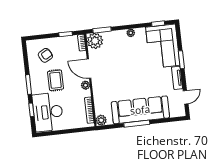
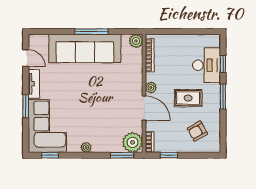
rug: (56, 80) -> (188, 98), turned 90
door: (186, 97) -> (26, 58), swing flipped
desk: (48, 112) -> (206, 65), width x0.73, depth x0.77

